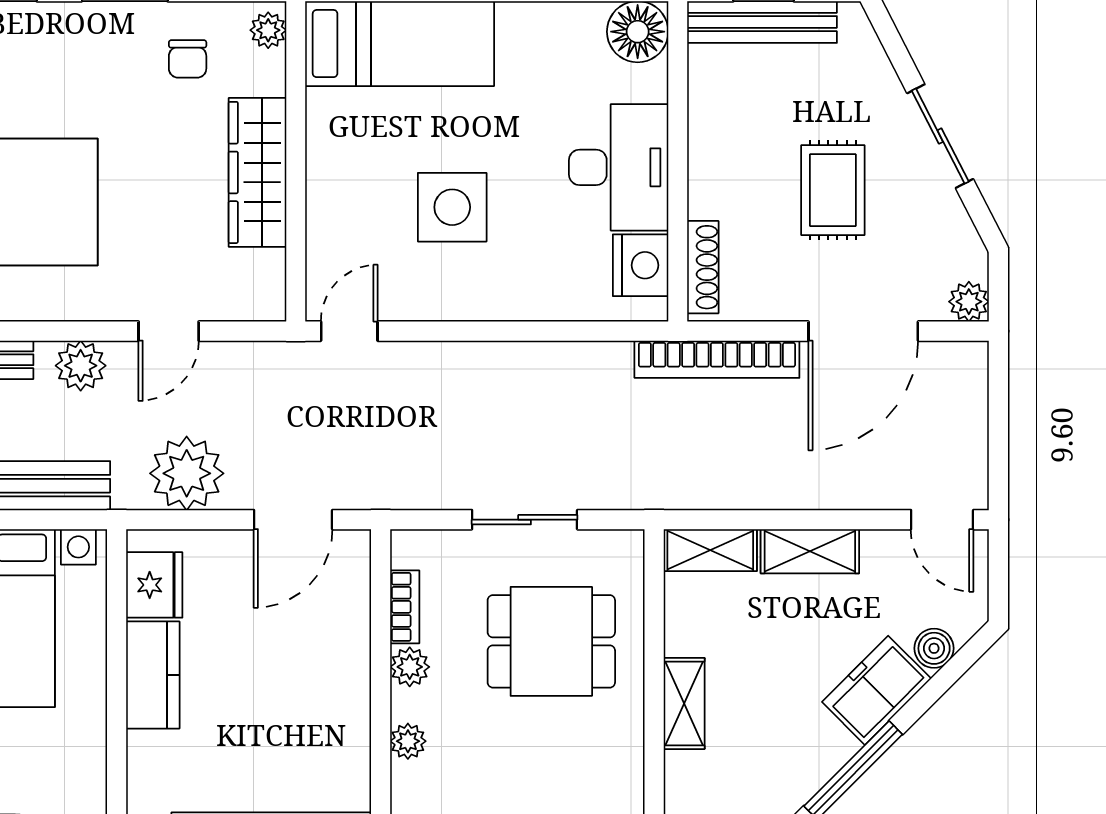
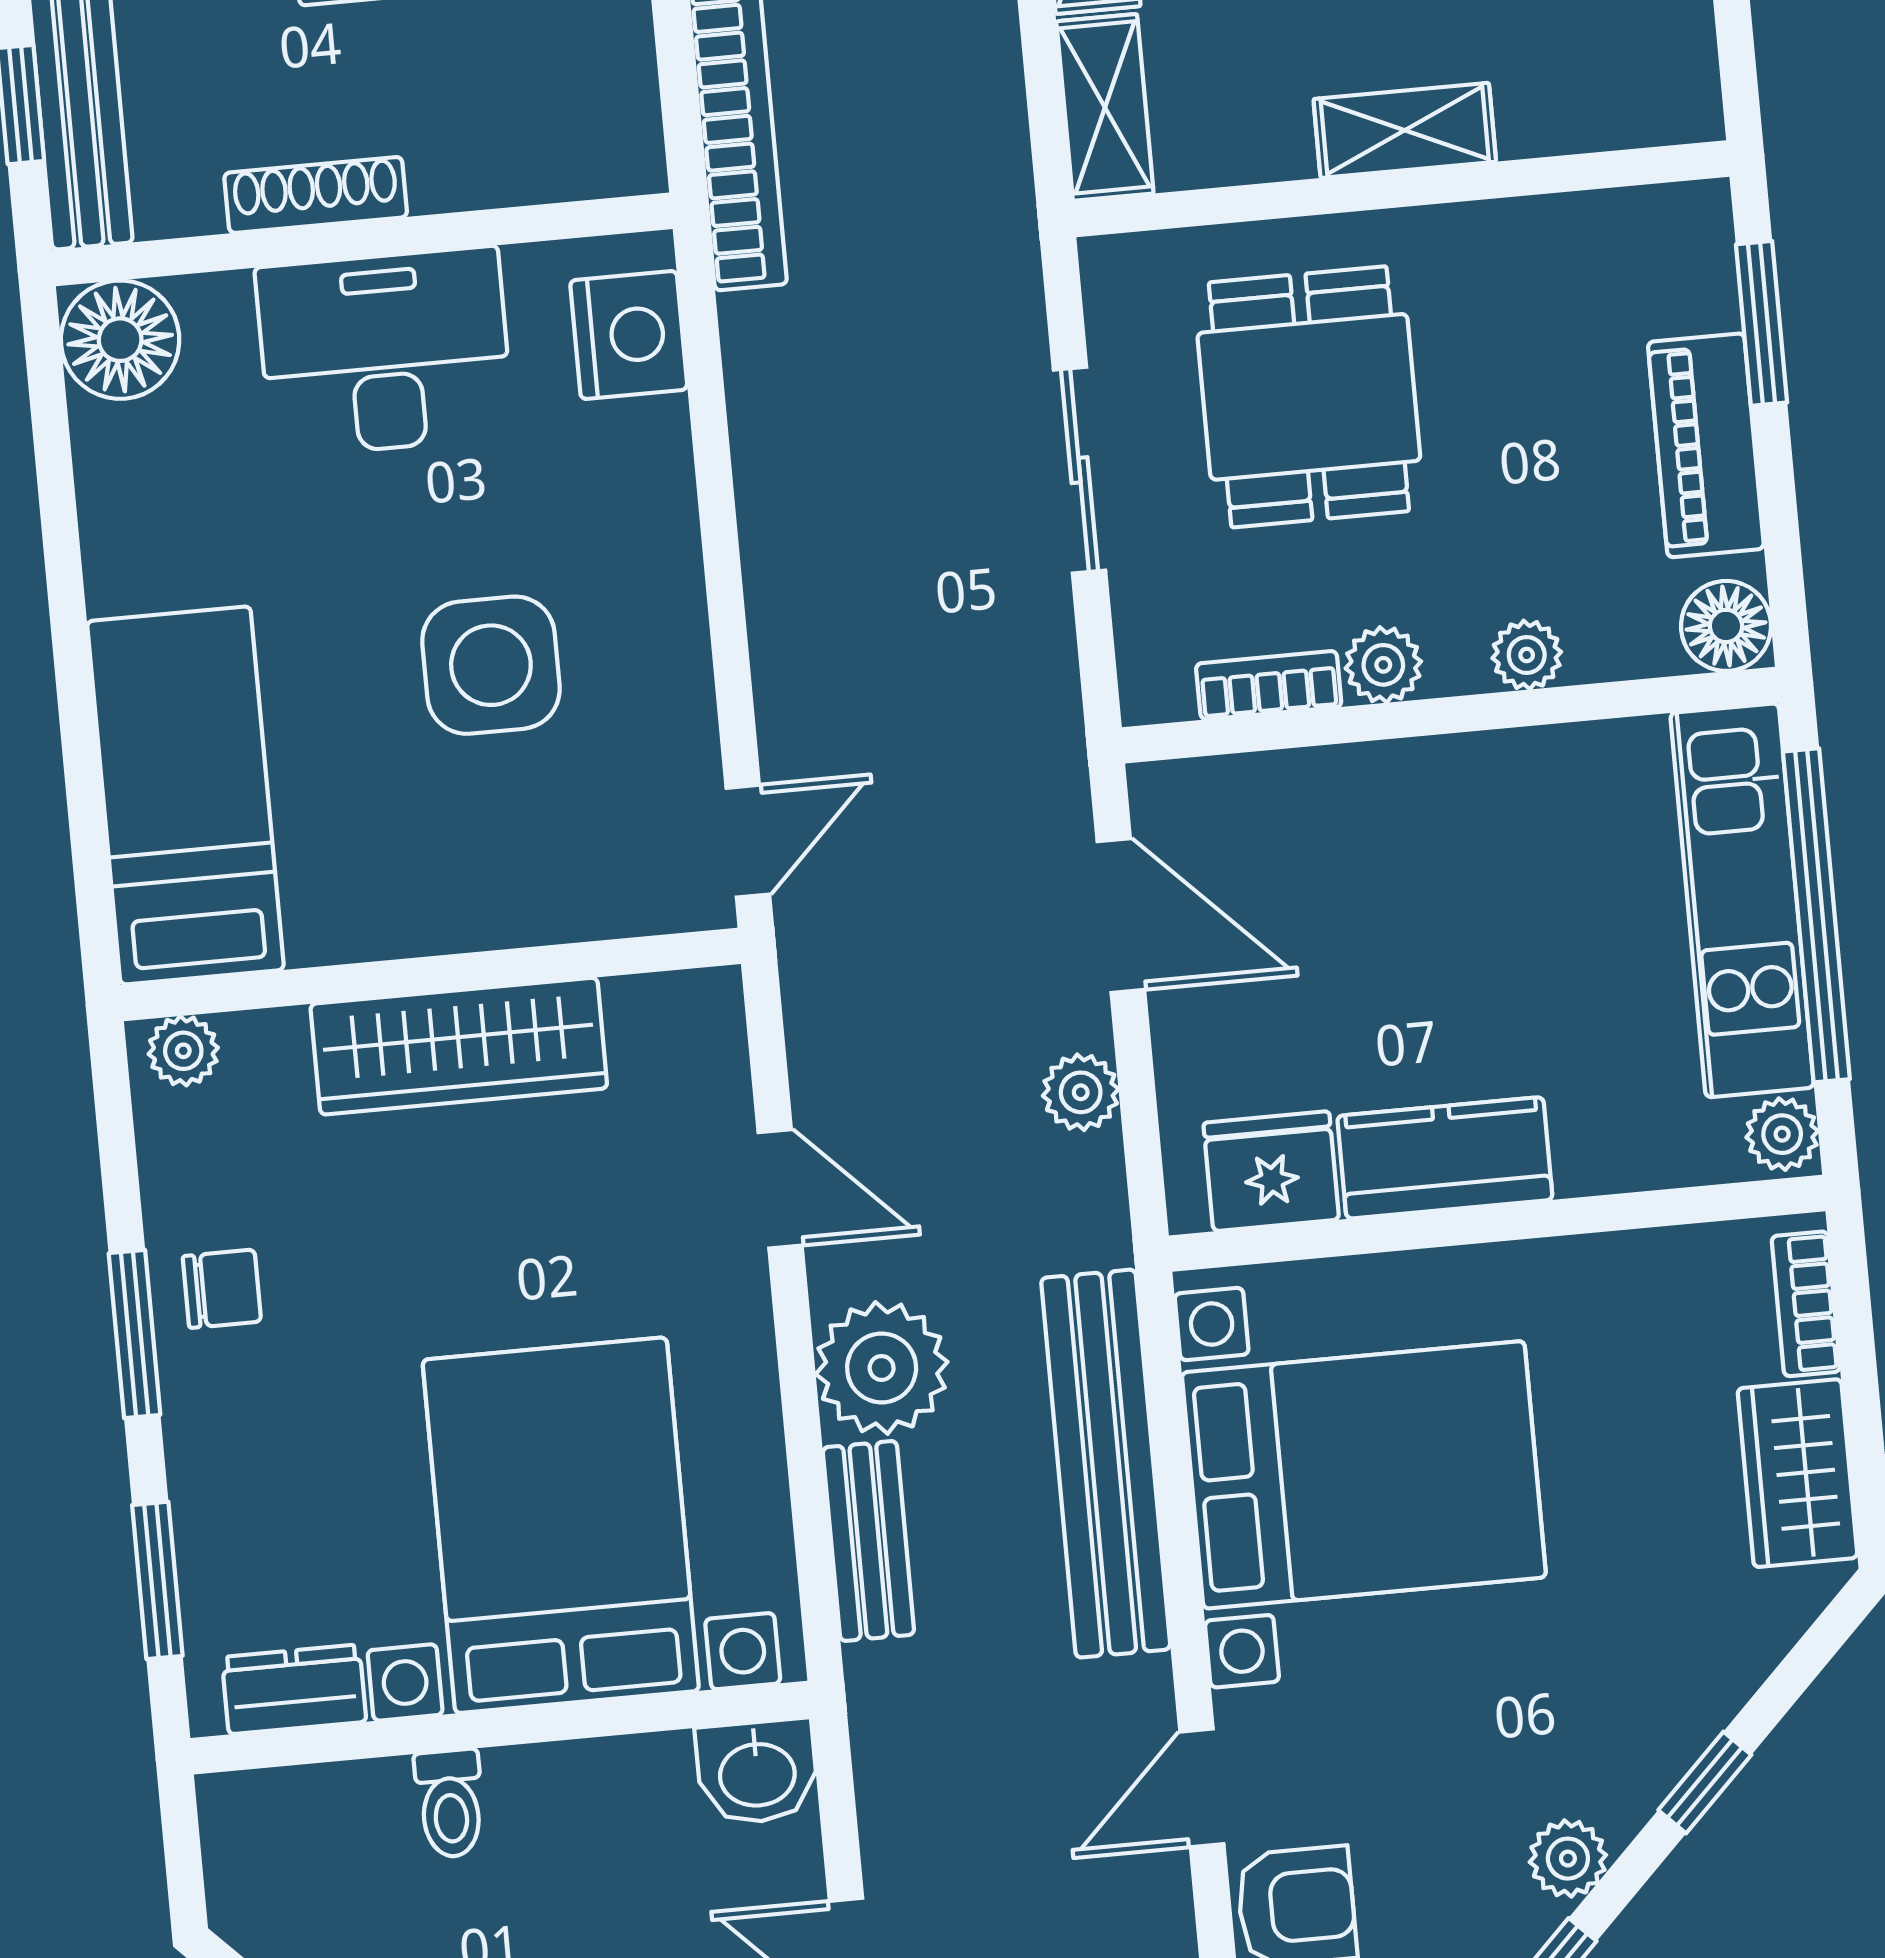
chair: (188, 59) -> (222, 1289), moved
nightstand: (641, 265) -> (629, 335), moved, turned 90
shoe rack: (703, 267) -> (316, 195), moved
door: (349, 331) -> (748, 841), swing flipped
plant: (81, 366) -> (882, 1368), width x1.36, depth x1.36
plant: (187, 473) -> (1081, 1092), width x0.53, depth x0.53

